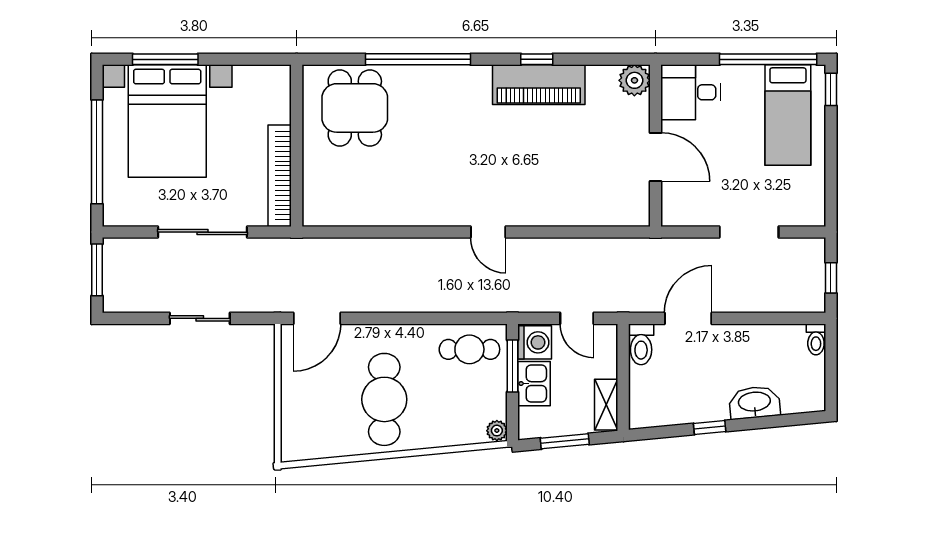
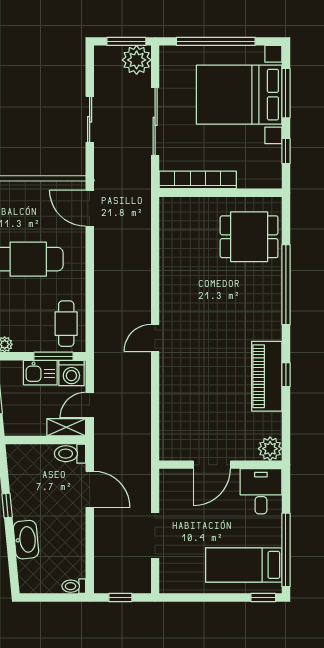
window: (242, 59) -> (286, 151), added
plant: (121, 256) -> (137, 60), added
shelving: (606, 405) -> (66, 427), moved

